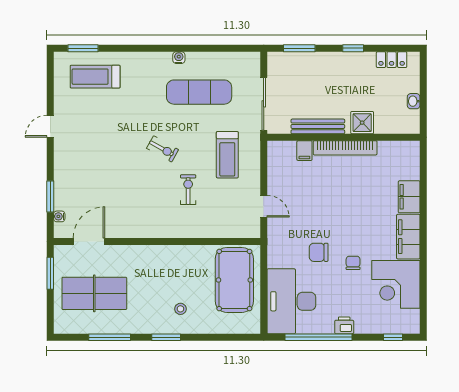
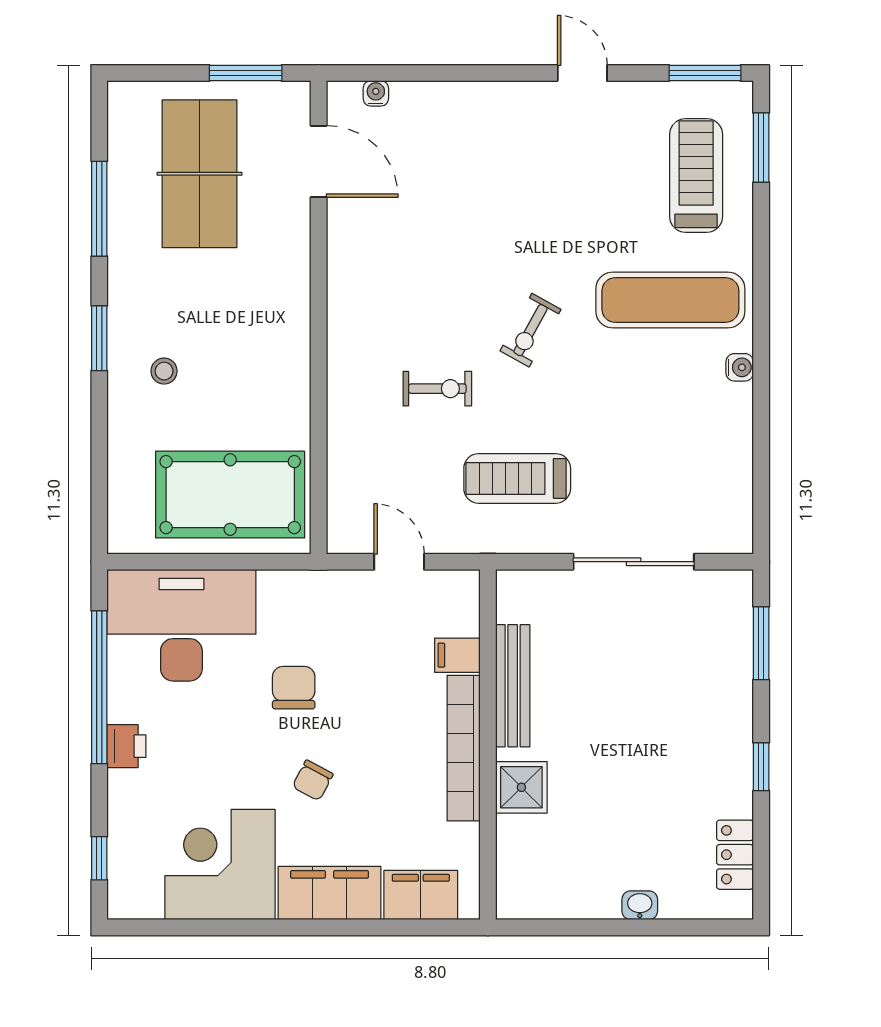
exercise mat: (199, 92) -> (670, 300), moved, turned 90
shower: (362, 123) -> (521, 787), moved
bench: (318, 126) -> (513, 686), moved
wall: (343, 137) -> (488, 745), moved
bookcase: (345, 148) -> (464, 748), moved
filing cabinet: (304, 151) -> (457, 655), moved
window: (50, 197) -> (705, 73), moved
door: (264, 206) -> (399, 562), swing flipped
chair: (353, 263) -> (313, 780), moved, turned 118

